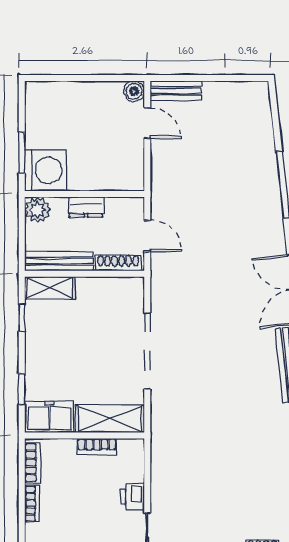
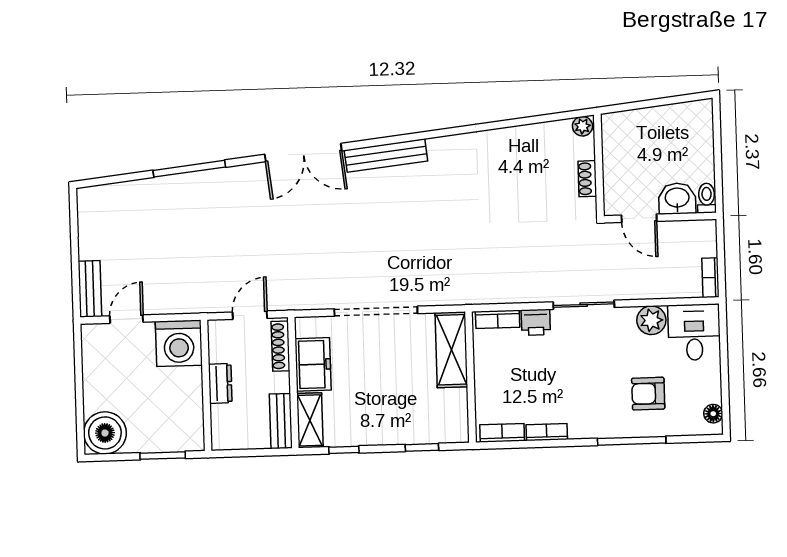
boiler: (134, 91) -> (105, 433), moved, width x1.86, depth x1.86
washing machine: (45, 170) -> (179, 343), moved, turned 180
plant: (38, 210) -> (225, 436), removed
bench: (59, 261) -> (281, 421), width x0.73
freezer: (50, 417) -> (313, 364), moved, turned 180
bookcase: (97, 446) -> (498, 319), moved, turned 90

